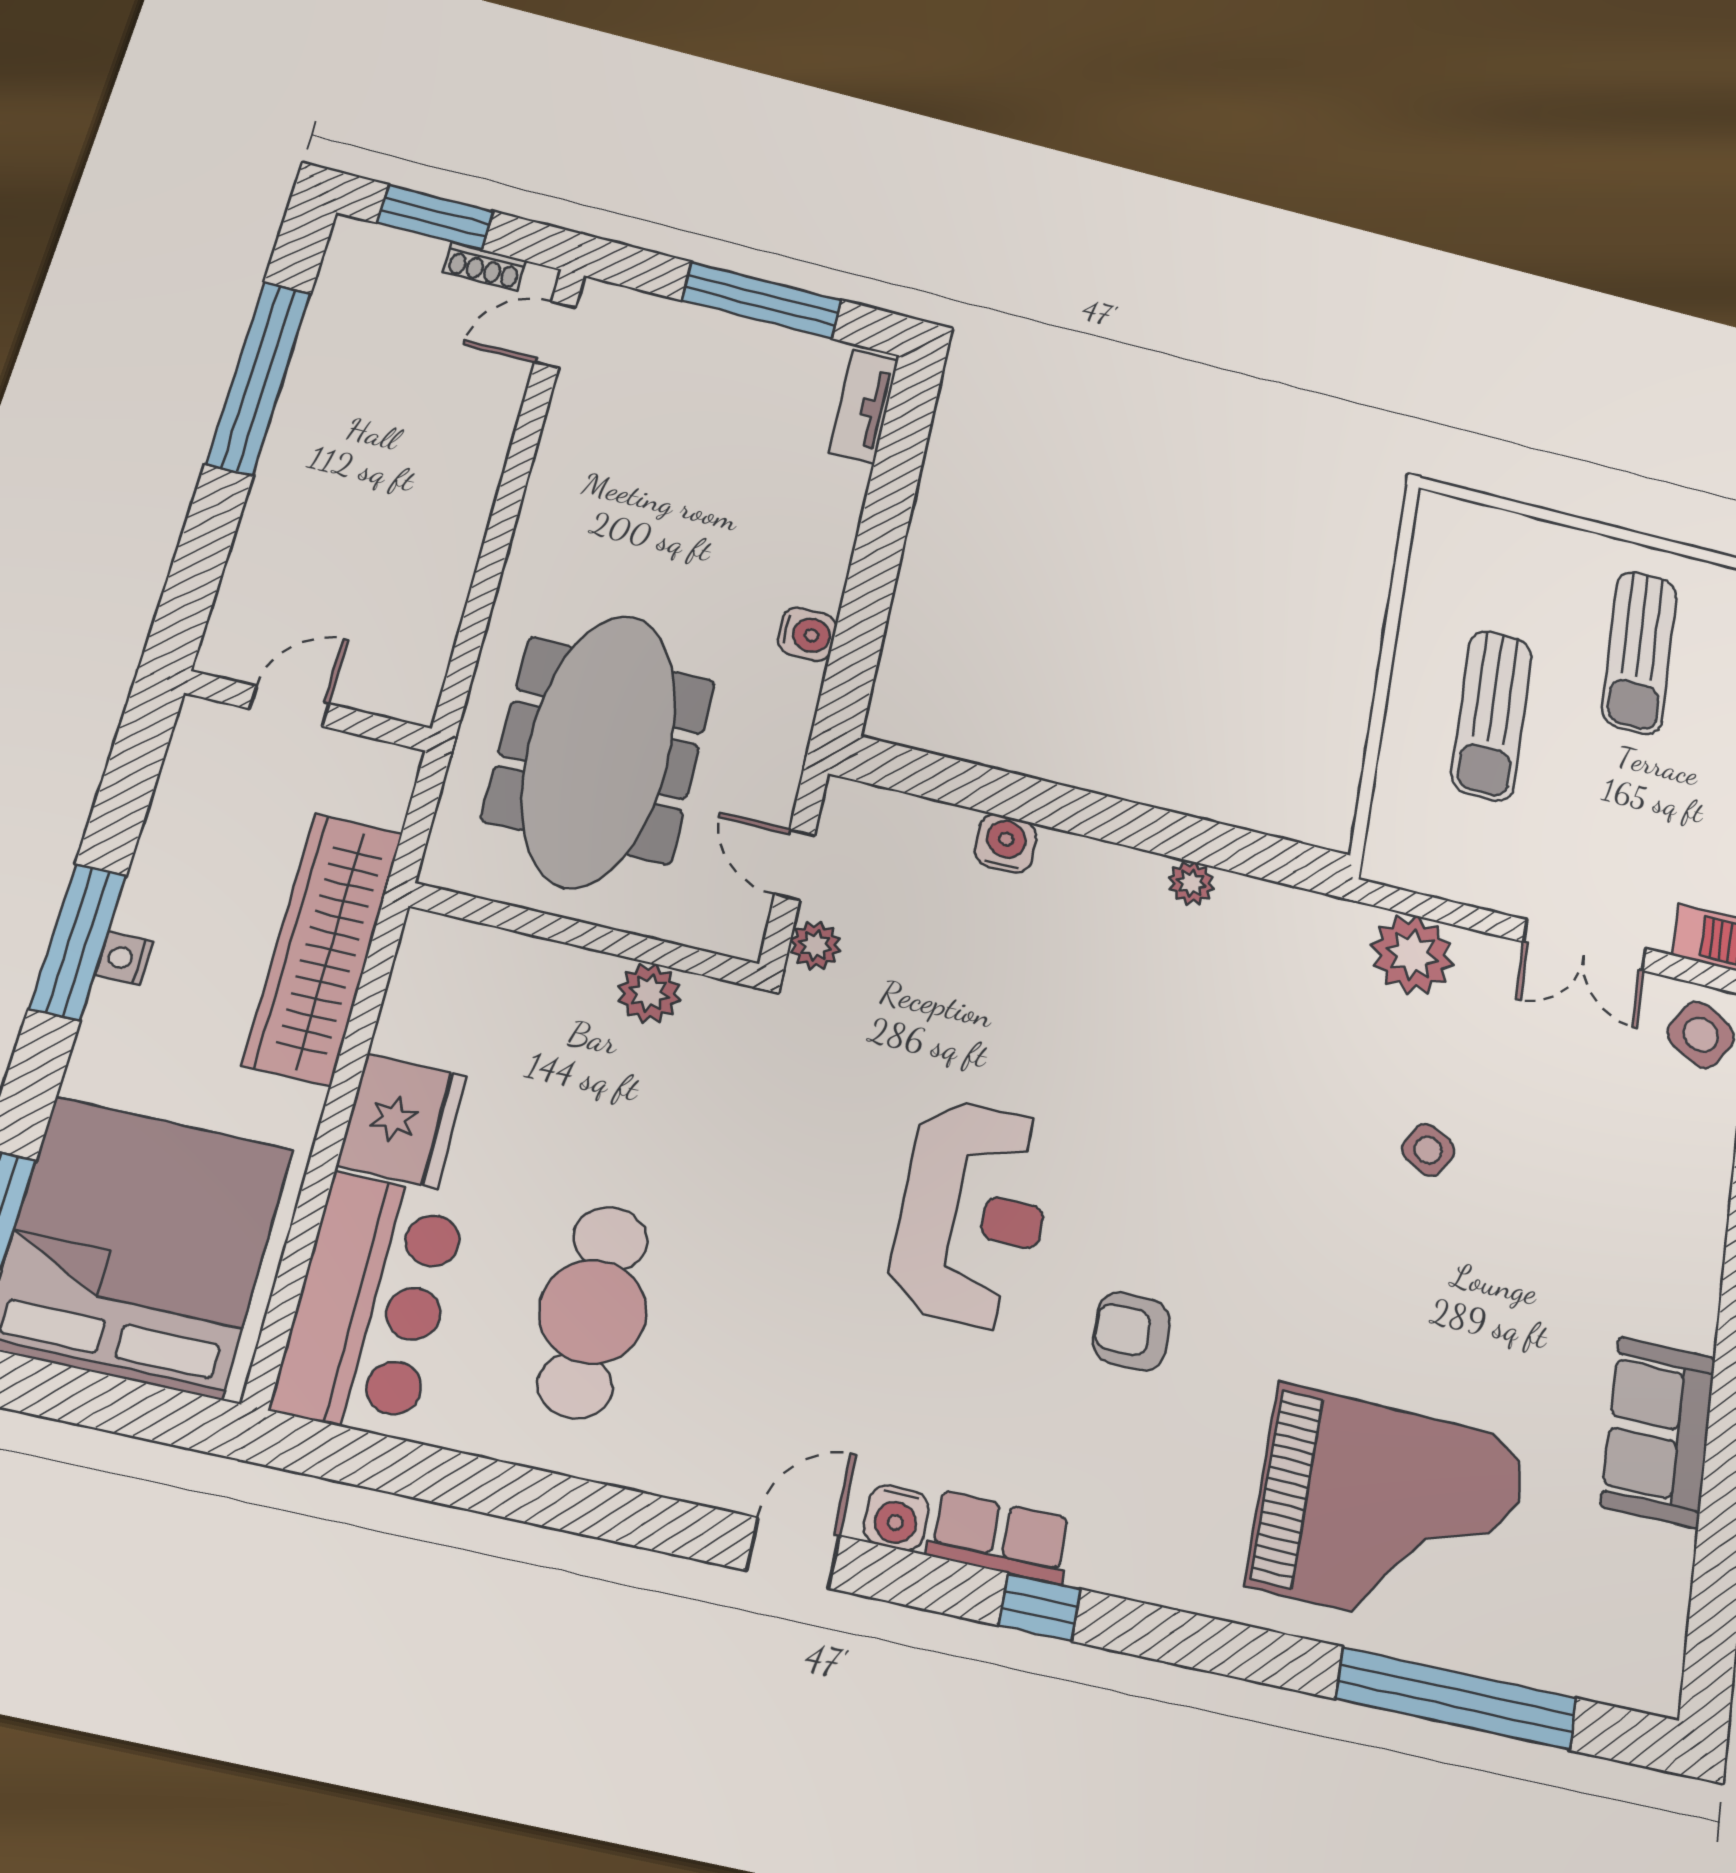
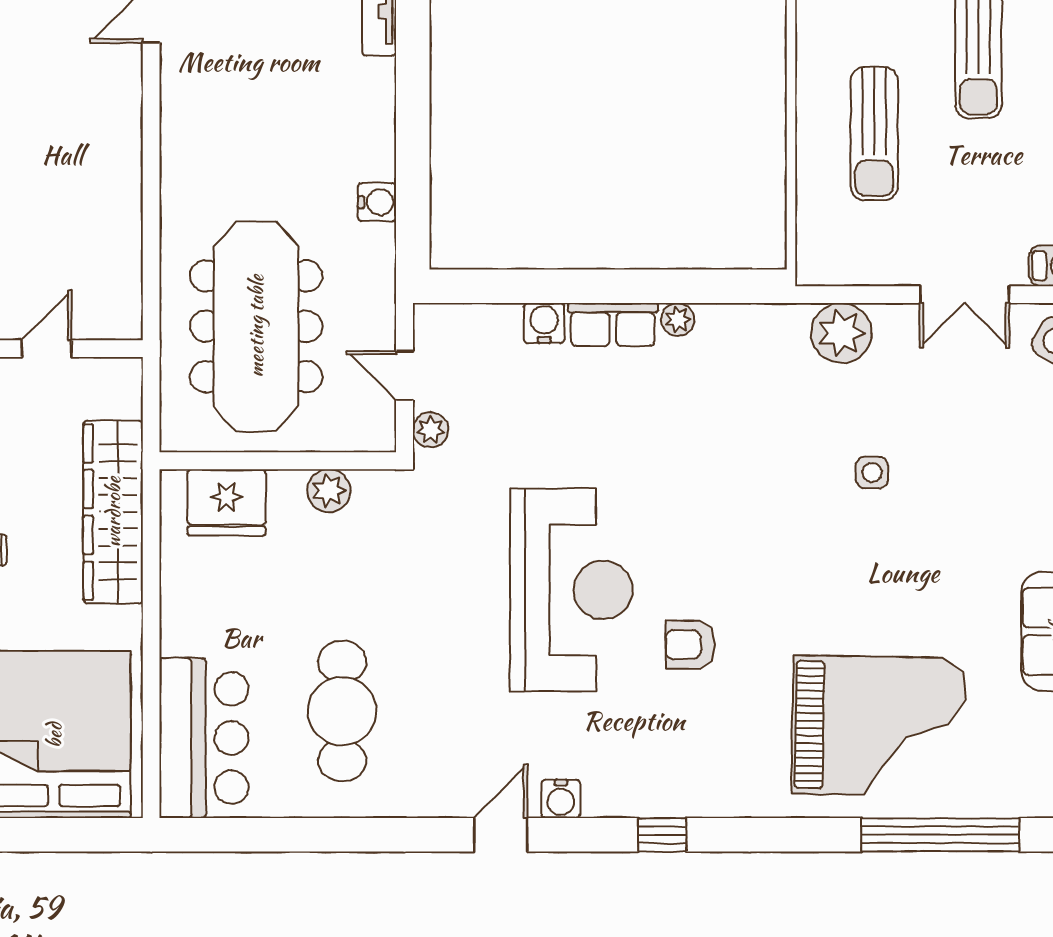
fridge: (402, 1121) -> (226, 502), moved, turned 90
side table: (1428, 1150) -> (872, 473), turned -30
reception desk: (973, 1214) -> (571, 590), width x1.36, depth x1.30
row of seats: (1000, 1537) -> (613, 325), moved, turned 180

